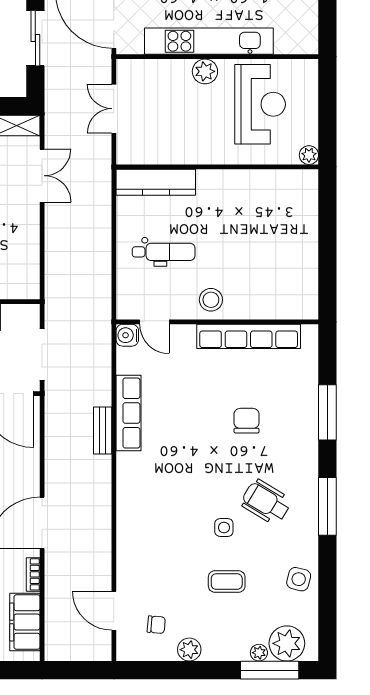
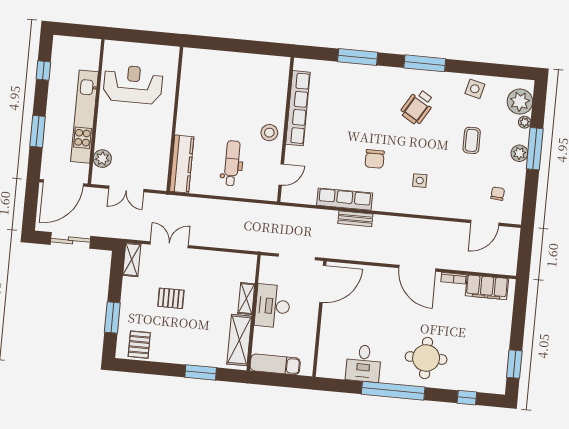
plant: (205, 71) -> (102, 159), moved
plant: (309, 155) -> (173, 53), removed
water cooler: (127, 335) -> (289, 195), removed
chair: (247, 421) -> (375, 159), moved, turned -90
side table: (224, 527) -> (420, 181), moved
plant: (189, 650) -> (519, 153), moved
window: (270, 670) -> (535, 149), moved

